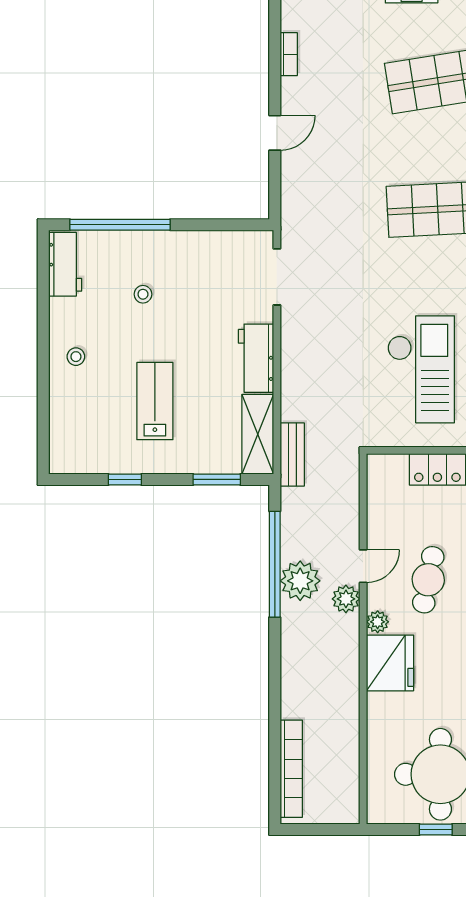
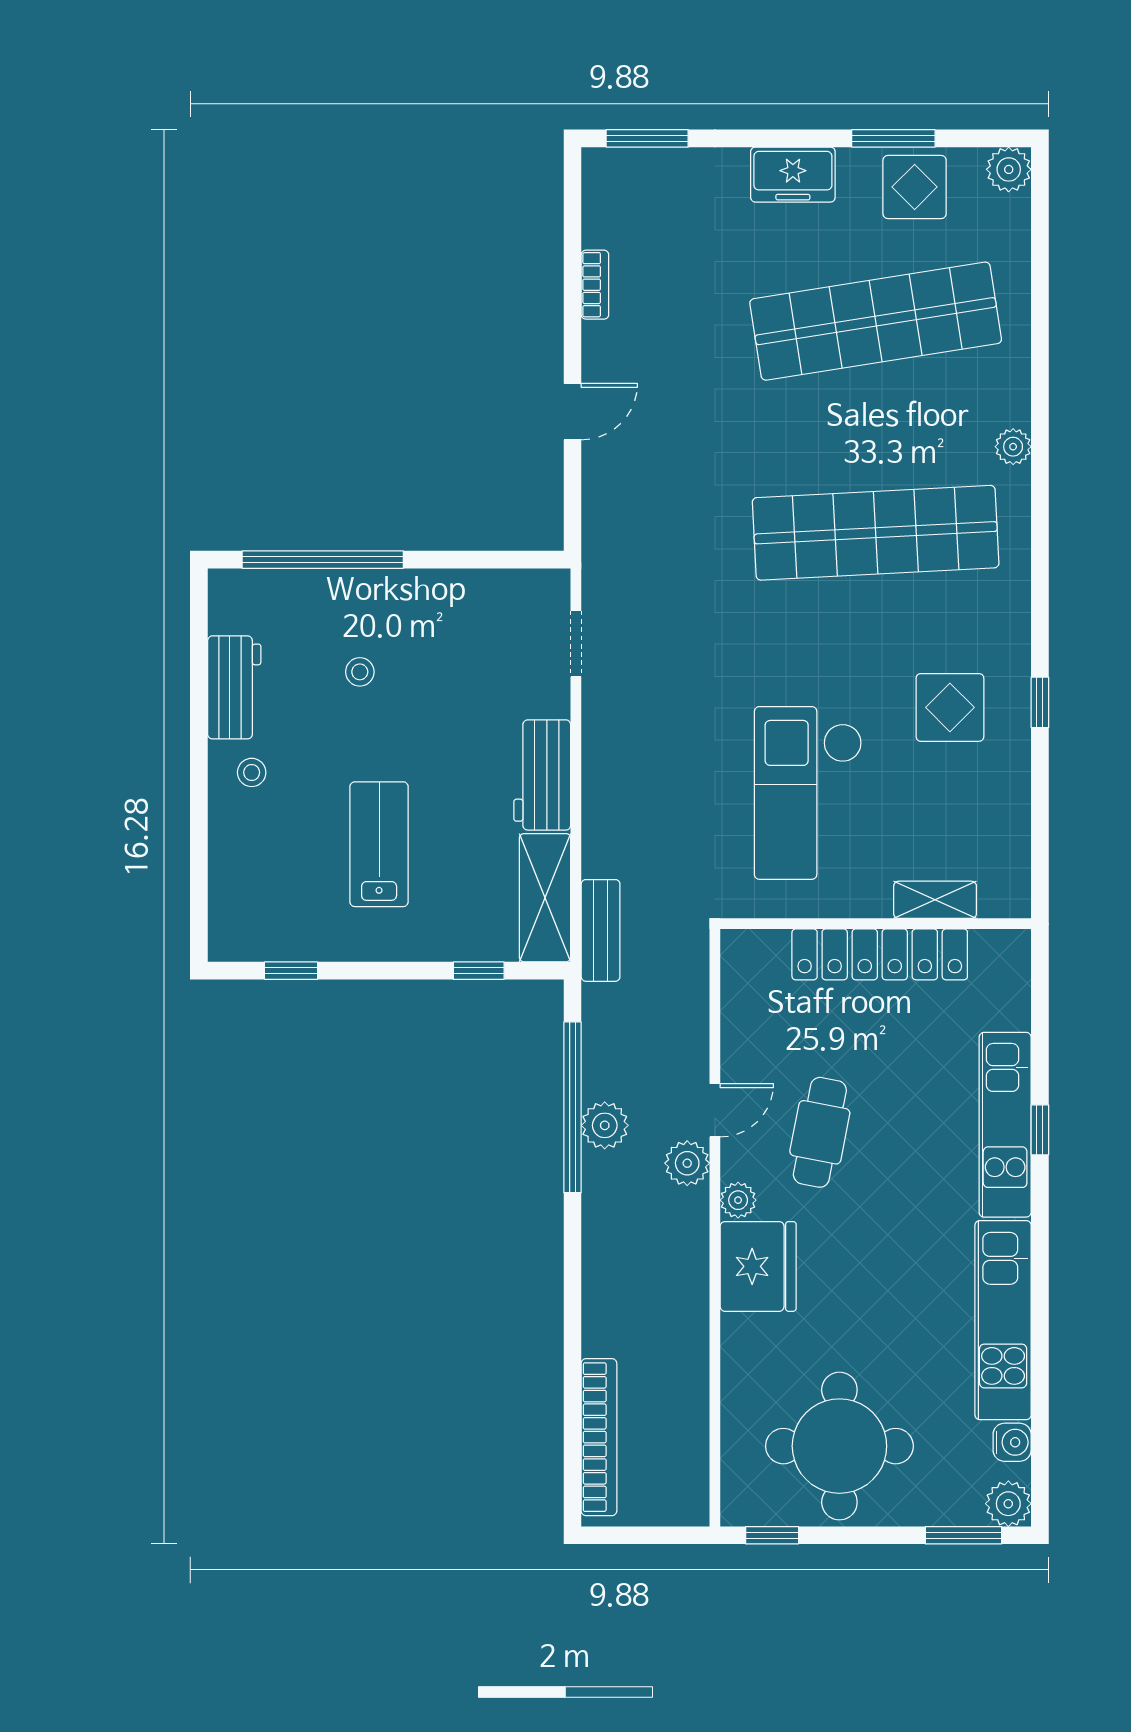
workbench: (65, 264) -> (234, 687), moved
doorway: (277, 277) -> (576, 644), width x0.73
checkout: (421, 369) -> (808, 793), turned 180
window: (125, 479) -> (291, 971), moved
window: (217, 479) -> (479, 971), width x0.67
plant: (300, 581) -> (605, 1125), width x0.73, depth x0.73
window: (436, 830) -> (772, 1535), moved

